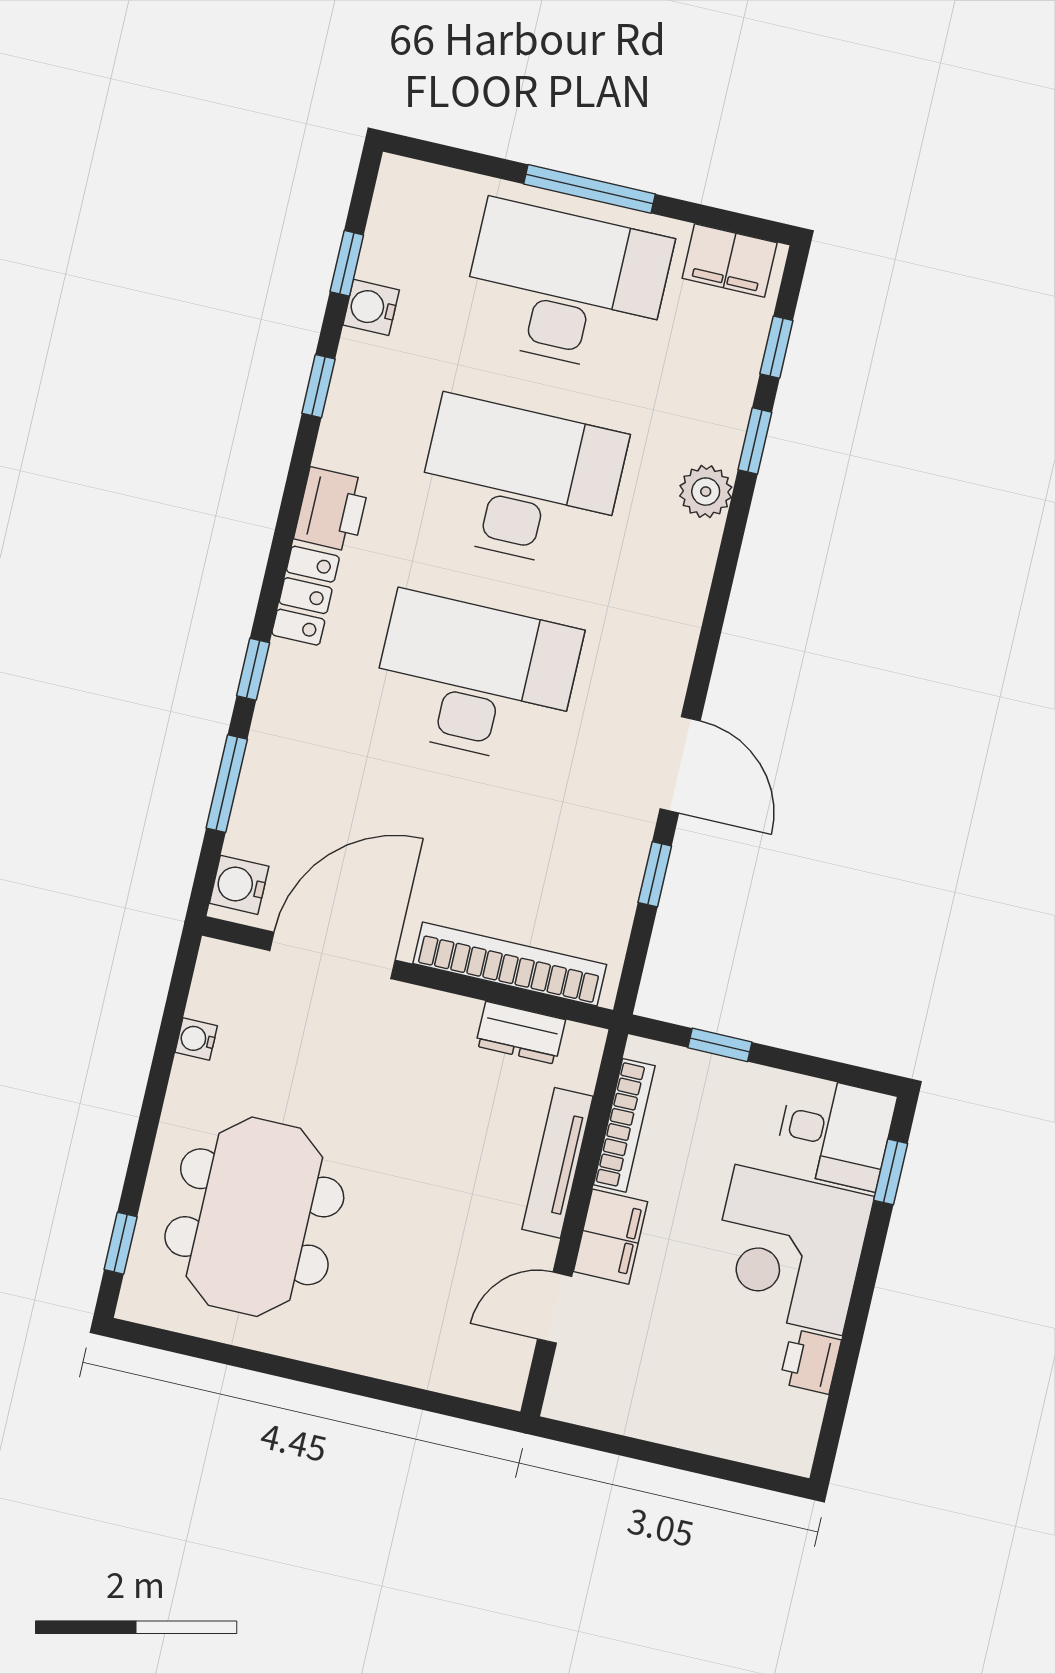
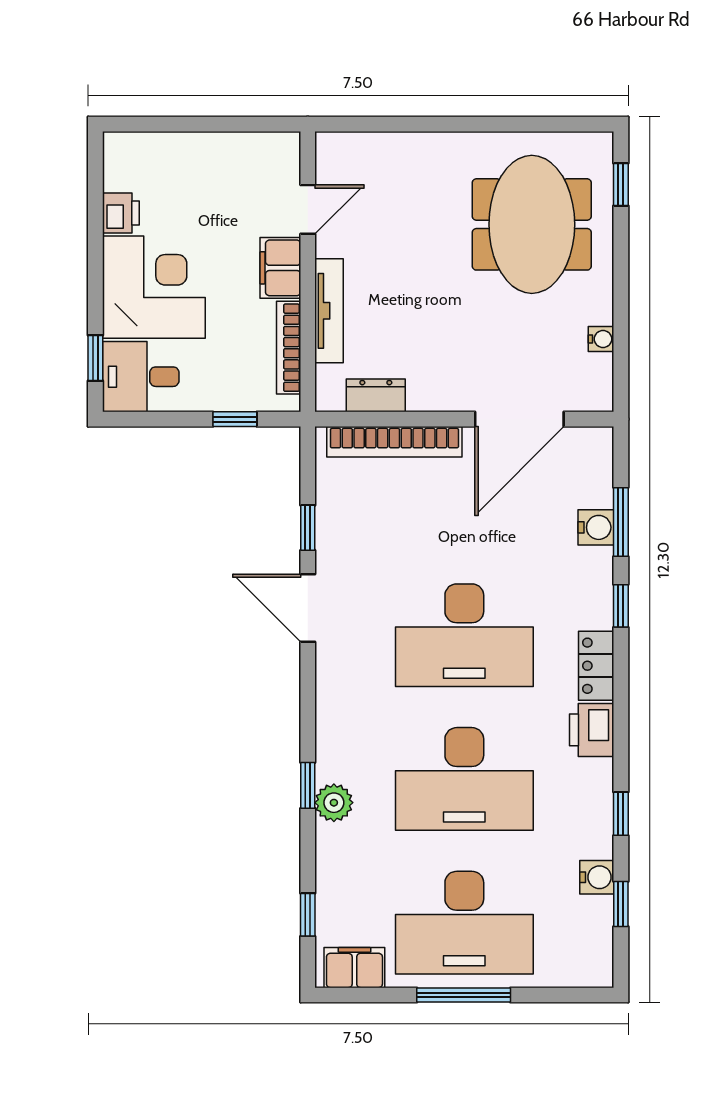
window: (755, 441) -> (308, 785), moved
water cooler: (239, 885) -> (596, 527), moved

